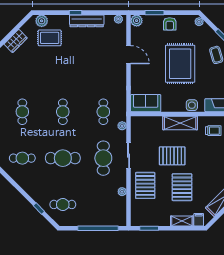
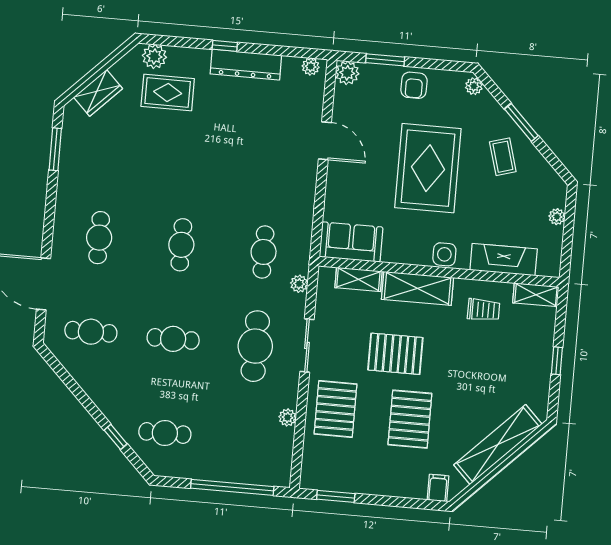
cafe table: (63, 158) -> (173, 339), width x0.73, depth x0.74
shelving: (182, 221) -> (358, 279), moved

